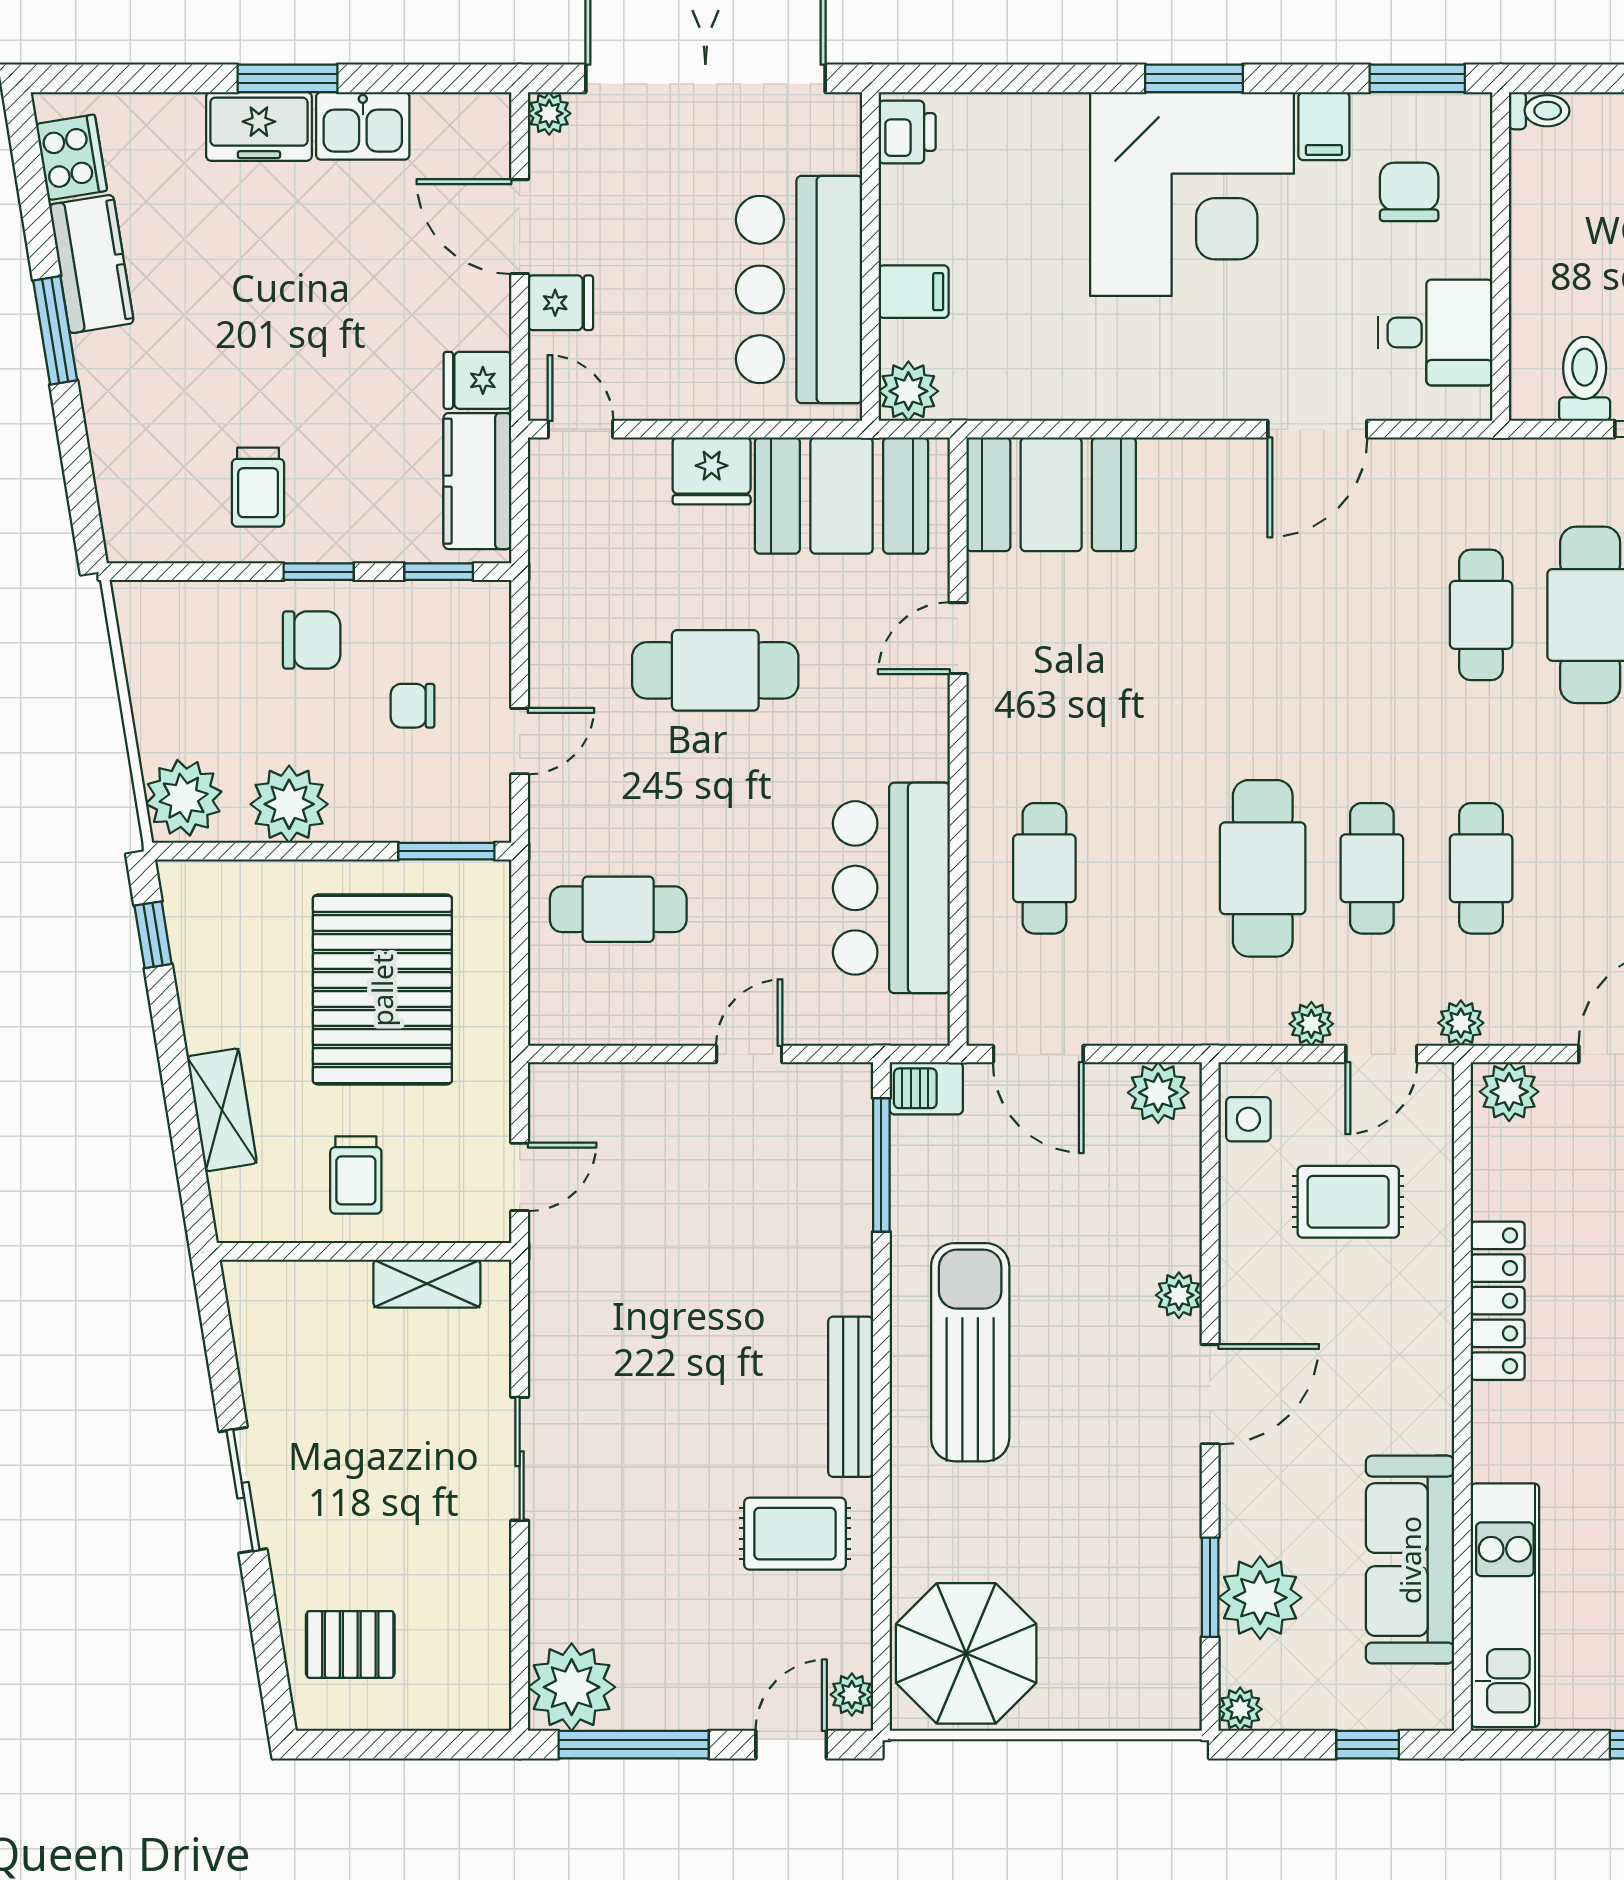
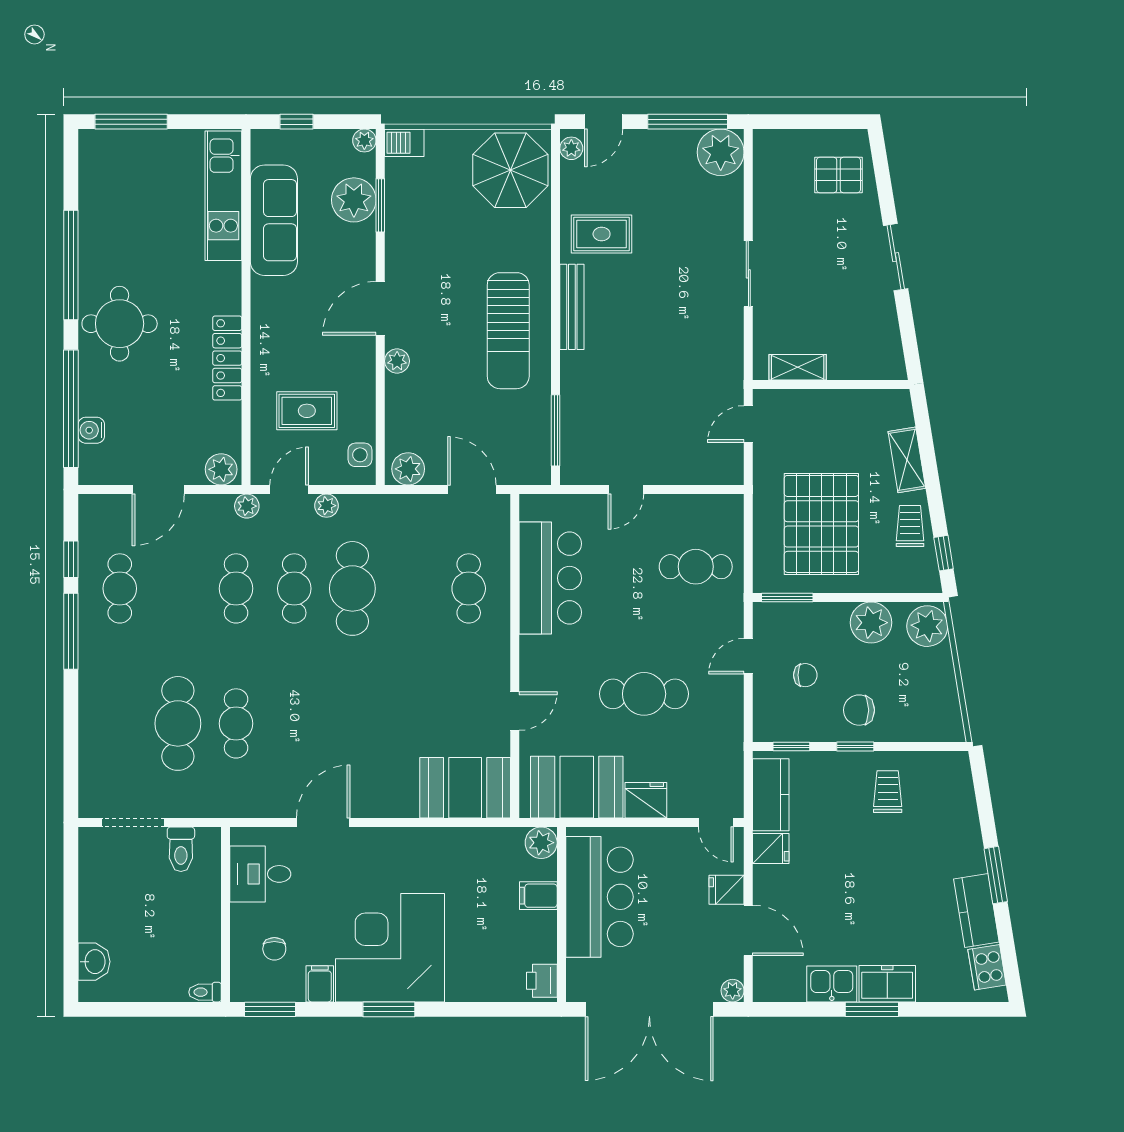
chair: (1409, 192) -> (274, 949), width x0.73, depth x0.73
barbecue: (926, 1088) -> (404, 143), moved, turned 180
trolley: (356, 1175) -> (910, 526), moved

